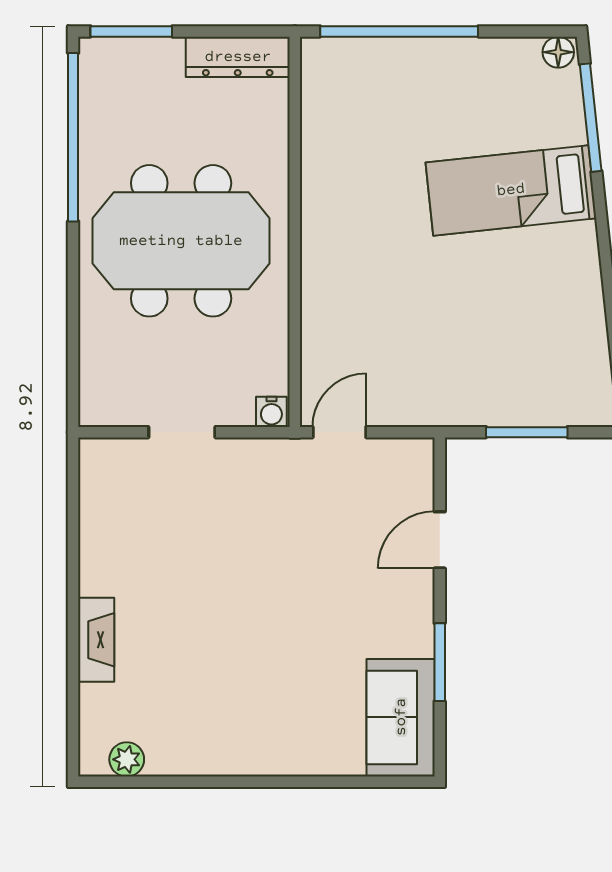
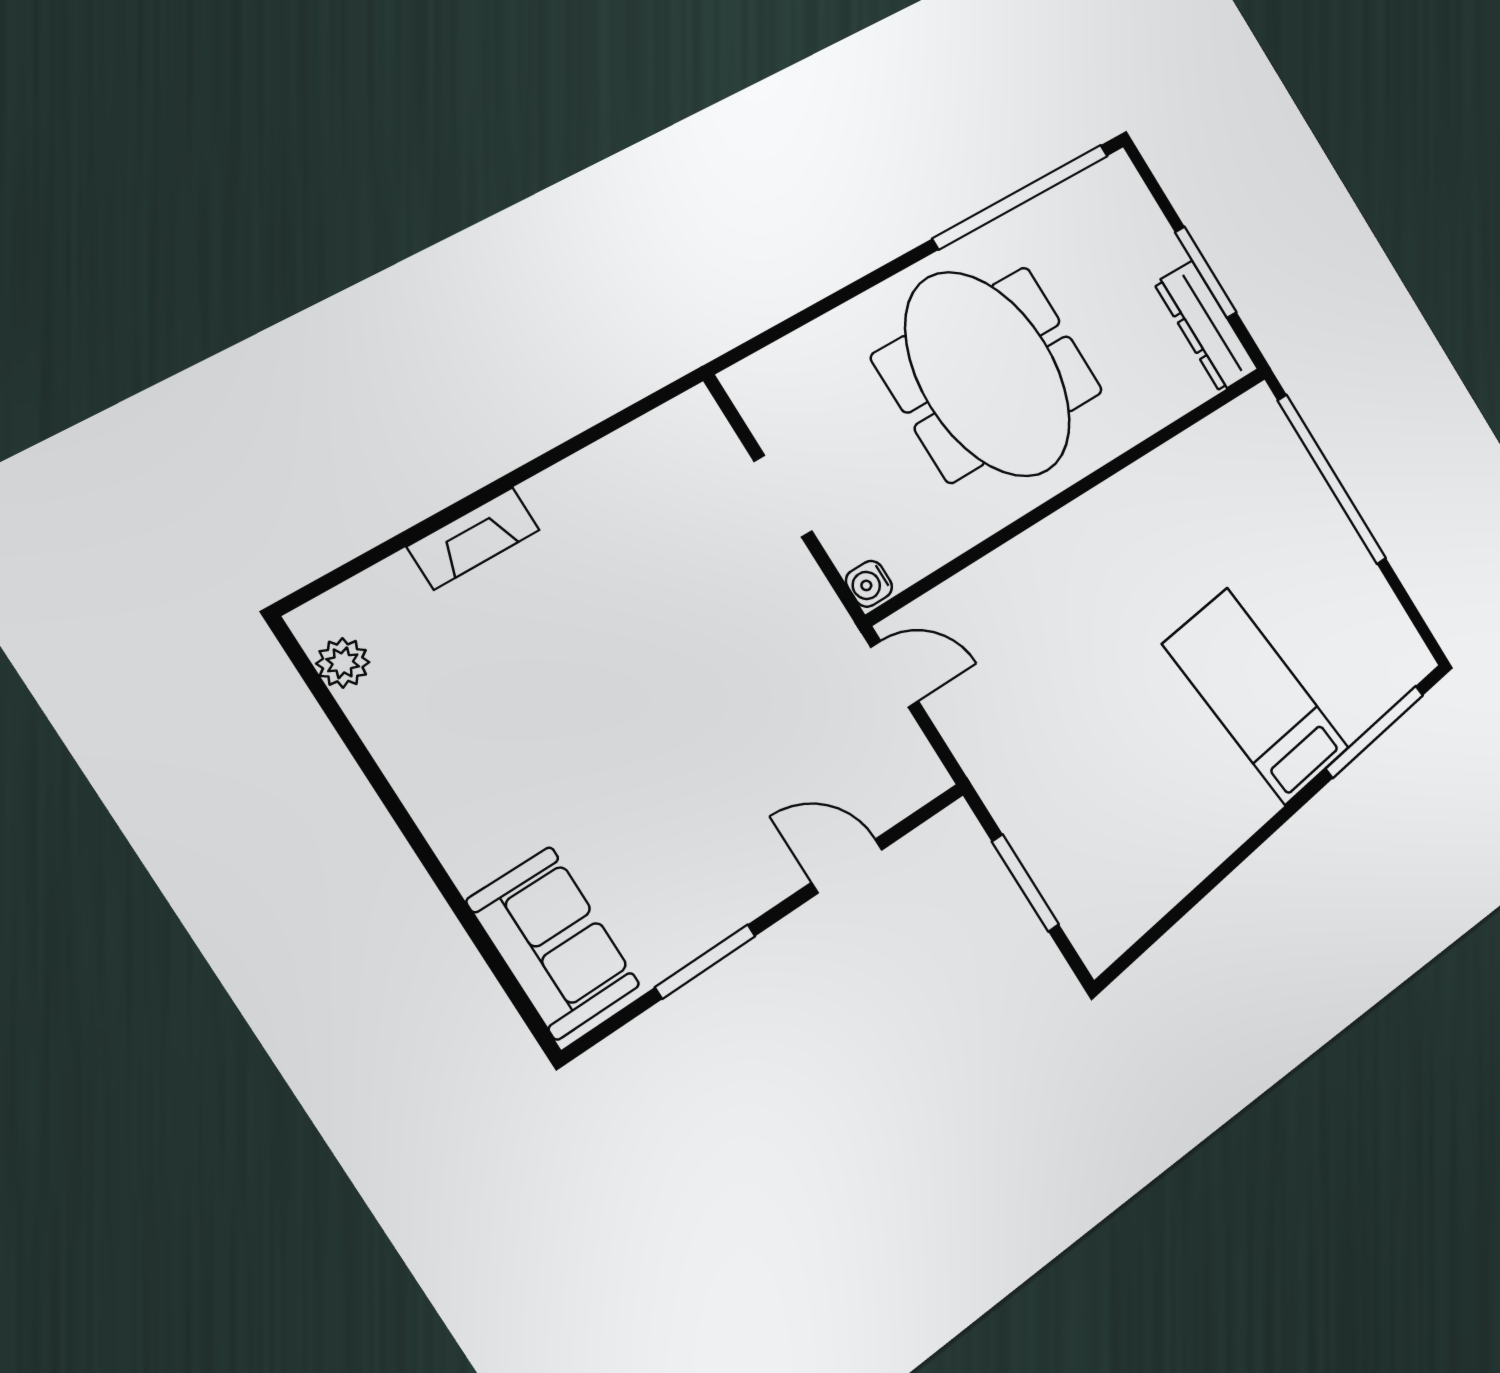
window: (131, 31) -> (1206, 272), moved
floor lamp: (558, 52) -> (1413, 656), removed
sofa: (401, 717) -> (553, 943), moved, turned 90

